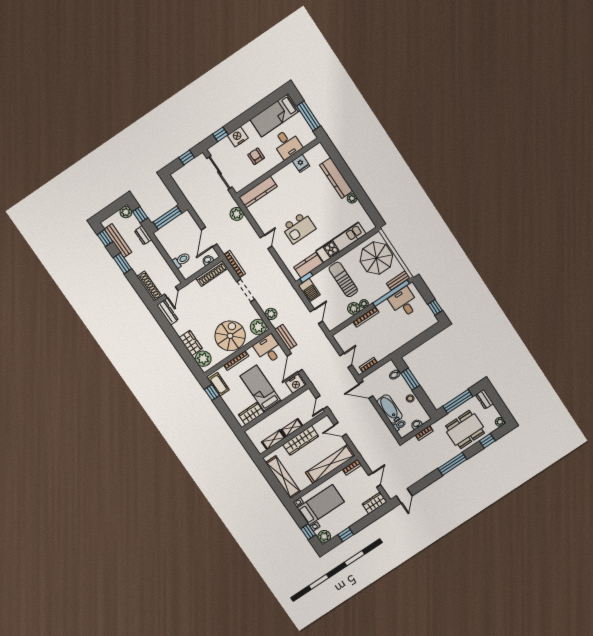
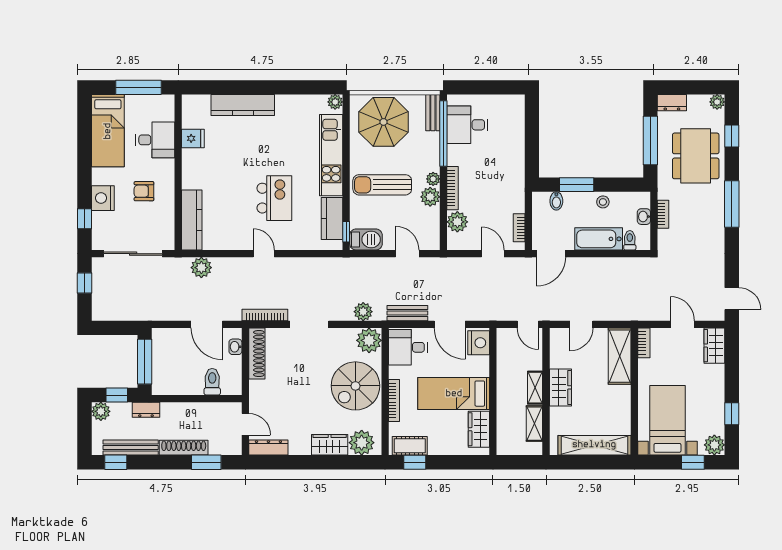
plant: (352, 198) -> (335, 102), moved
window: (122, 263) -> (206, 462), moved
shoe rack: (149, 286) -> (184, 448), moved
window: (435, 307) -> (502, 87), removed
plant: (350, 331) -> (457, 222), added
spiral stairs: (230, 336) -> (355, 386), turned -90
wardrobe: (301, 440) -> (560, 387), width x0.67
shelving: (330, 464) -> (620, 356), width x0.68

